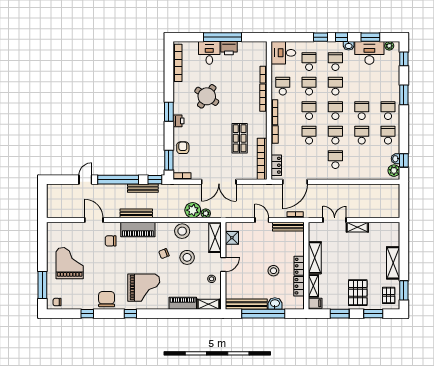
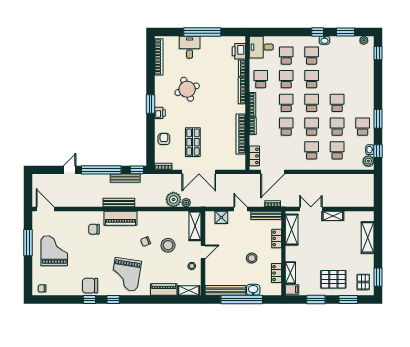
window: (320, 37) -> (297, 32), removed
printer: (229, 48) -> (239, 51), moved, turned 90
desk: (369, 53) -> (345, 47), removed
window: (404, 95) -> (378, 119), moved
round table: (207, 96) -> (187, 89), turned 36
school desk: (388, 111) -> (337, 150), moved
shop shelf: (240, 138) -> (193, 142), moved
bookcase: (262, 159) -> (241, 134), moved
window: (169, 160) -> (151, 151), removed
door: (94, 220) -> (45, 209), moved
stool: (182, 231) -> (163, 220), removed
shower: (232, 238) -> (221, 217), moved
shelving: (315, 258) -> (292, 230), moved
shelving: (393, 263) -> (368, 237), moved
locker: (299, 266) -> (277, 238), moved
window: (42, 285) -> (28, 243), moved
grand piano: (144, 288) -> (126, 274), turned 99
pallet: (358, 293) -> (333, 279), turned 90
chair: (107, 299) -> (90, 286), turned -90
window: (87, 314) -> (89, 300), moved

